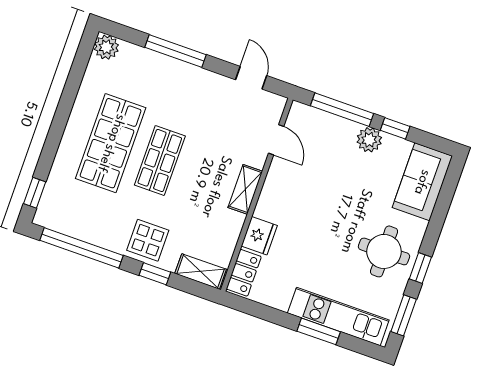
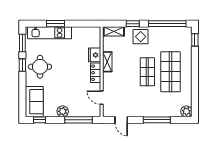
window: (395, 128) -> (40, 120), moved
shelving: (245, 189) -> (107, 62), moved
locker: (244, 273) -> (96, 73), moved

